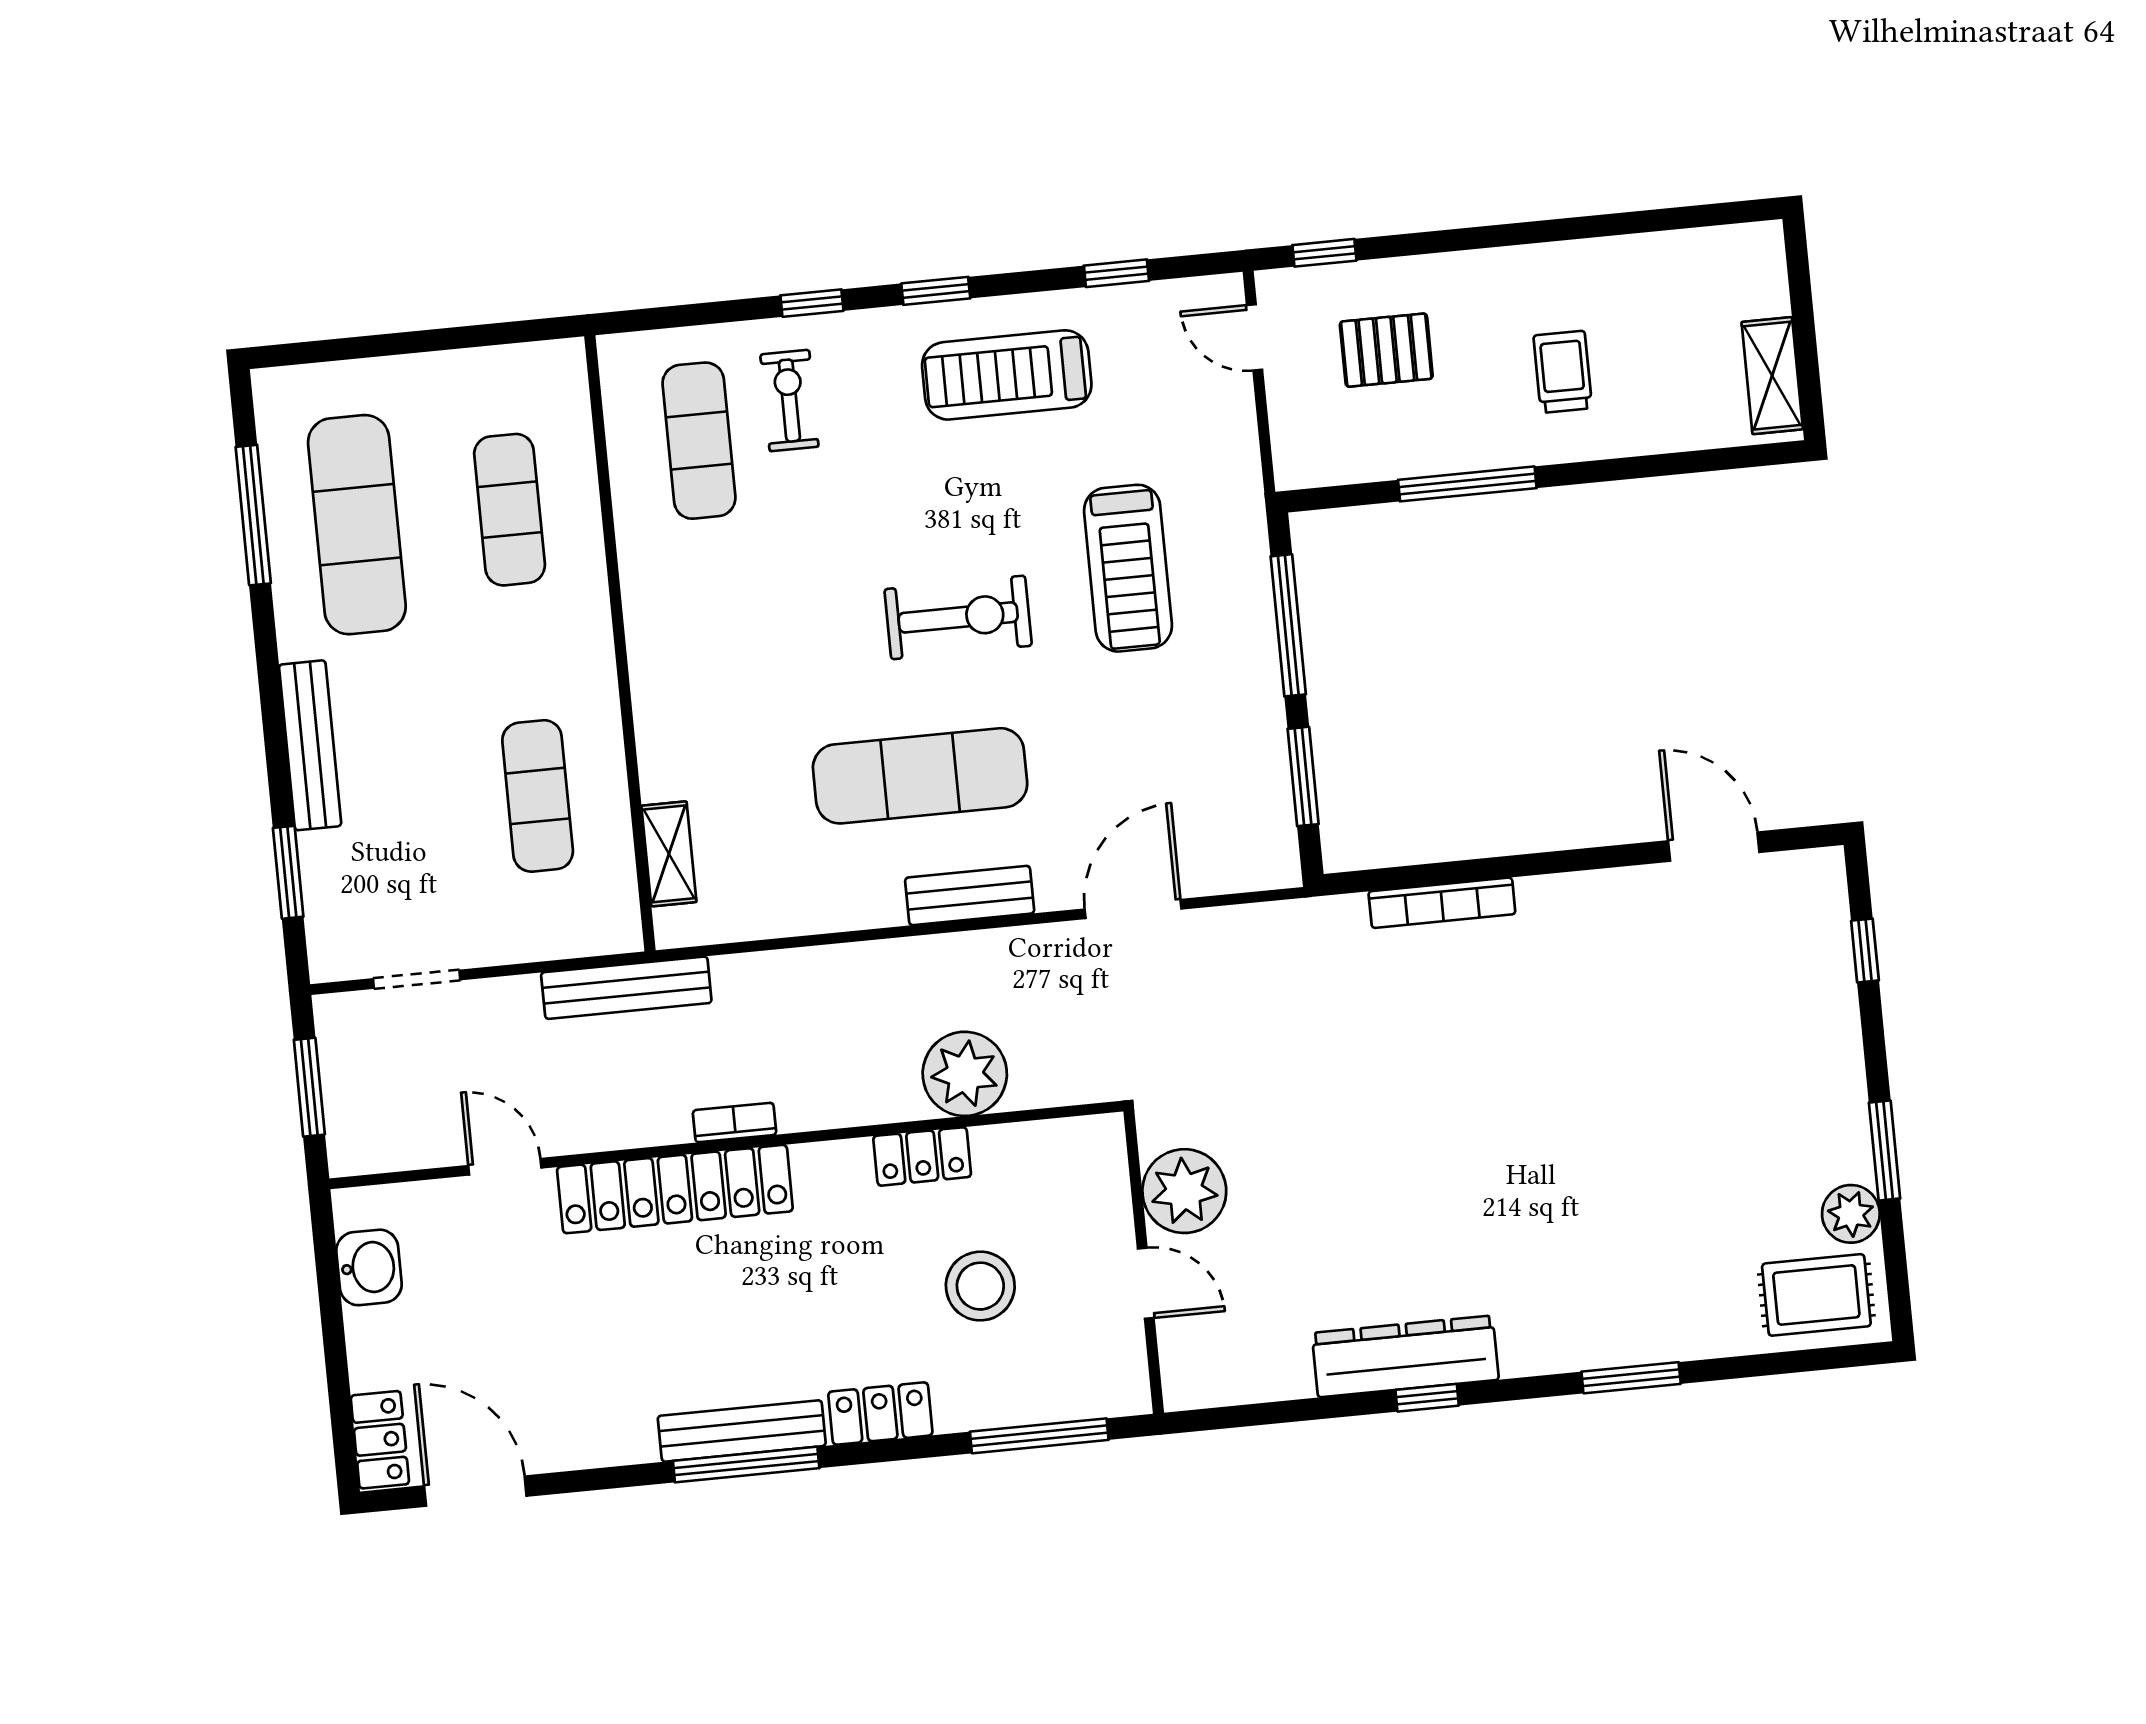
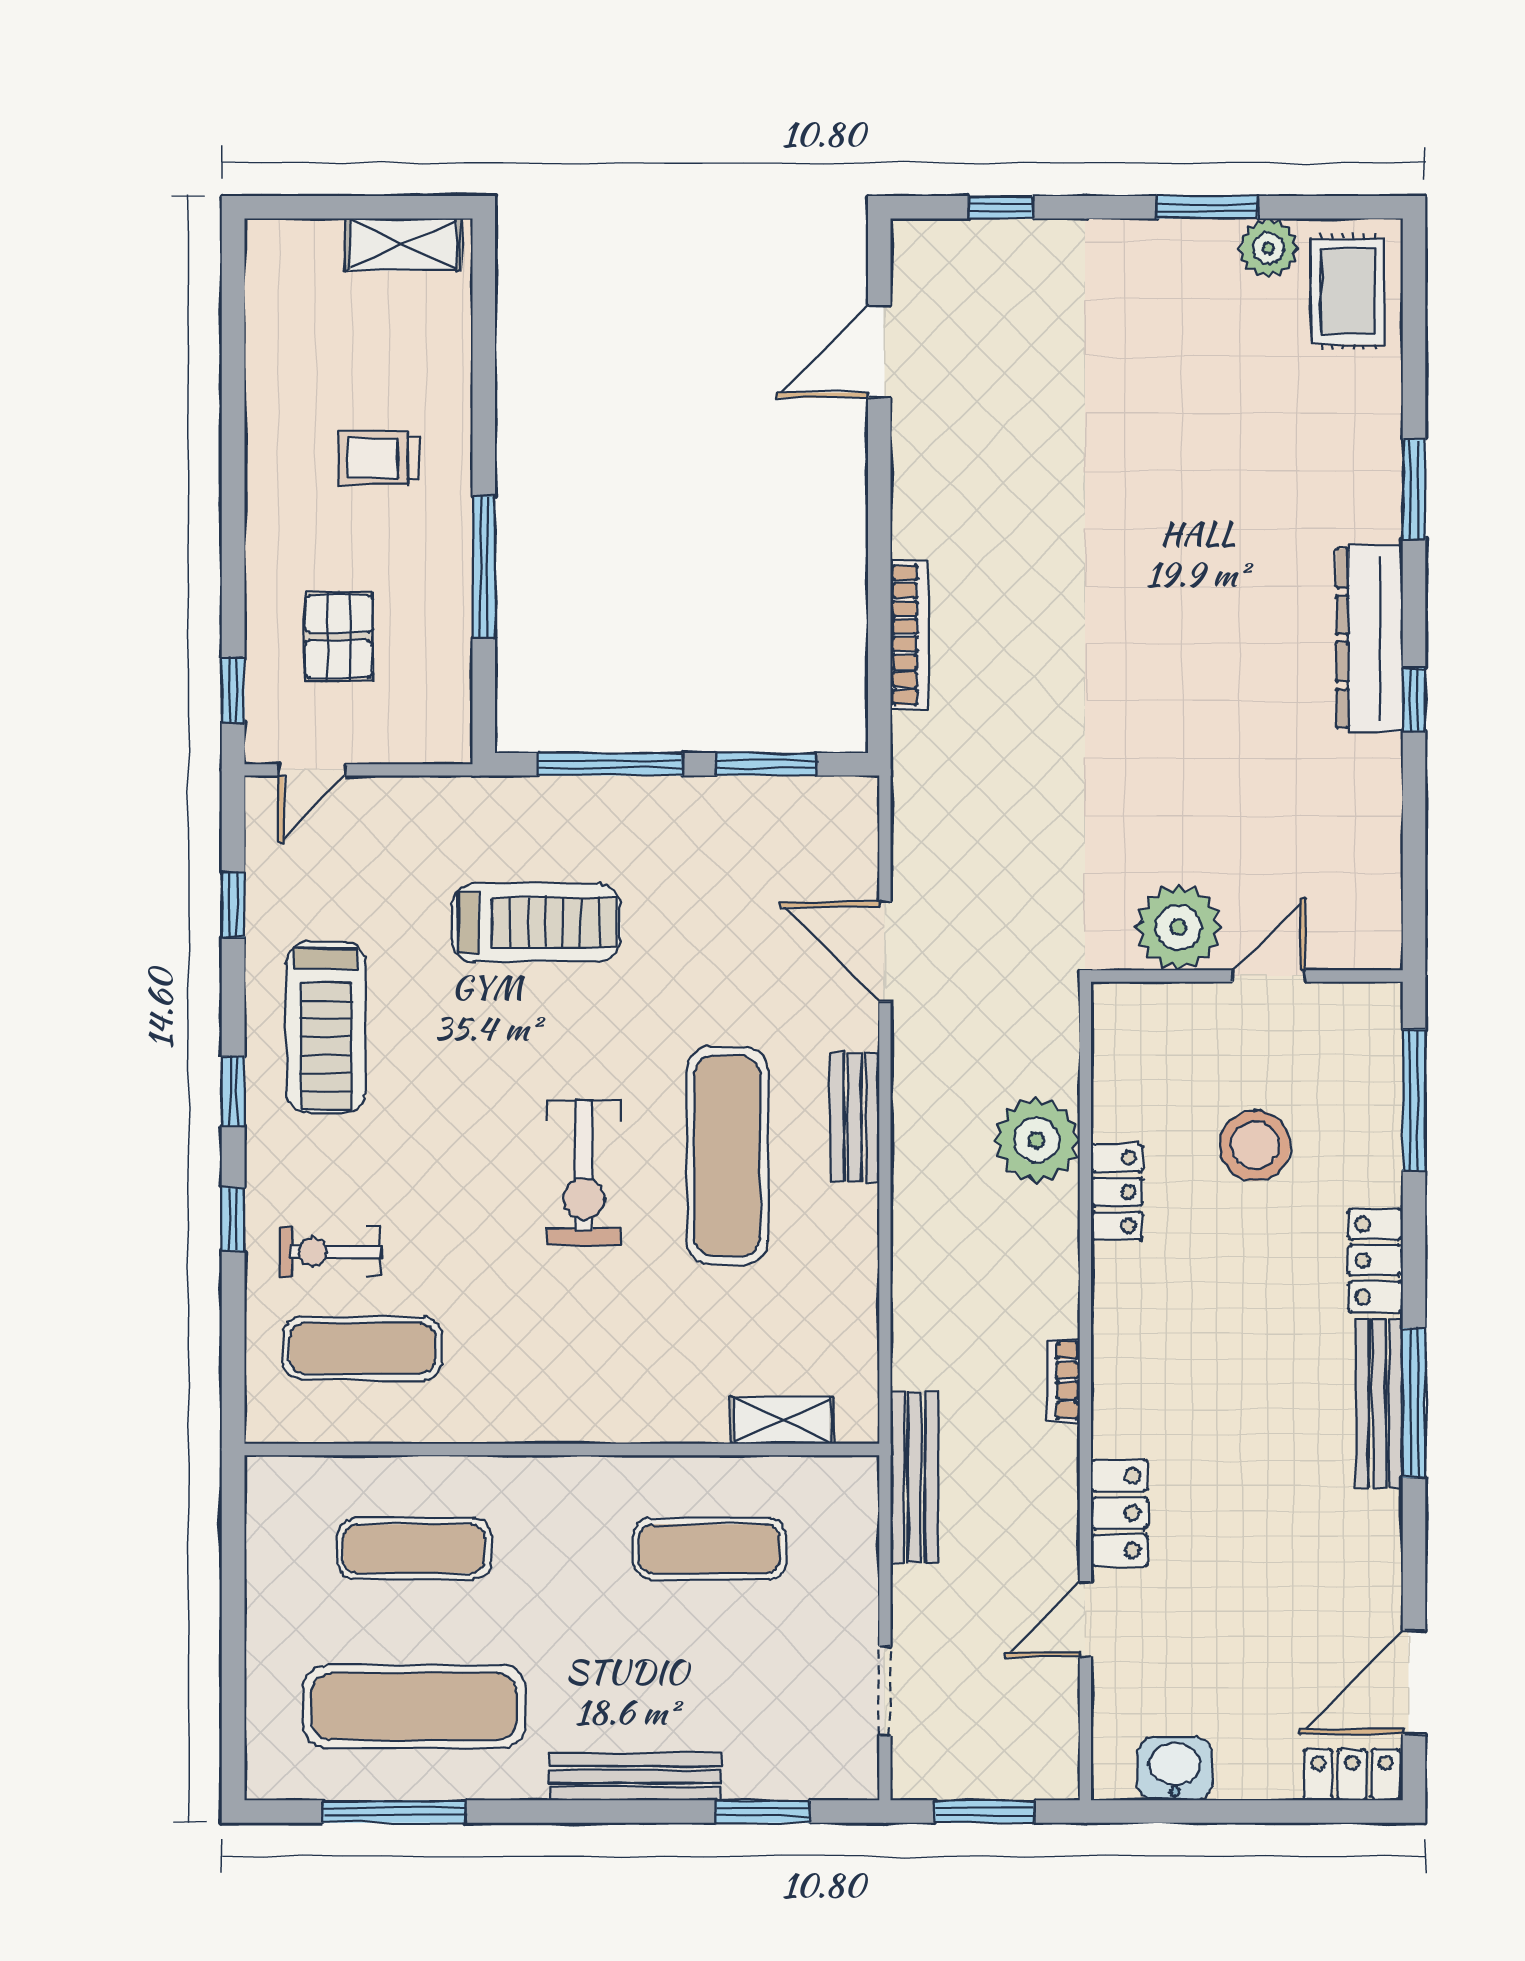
exercise bike: (958, 617) -> (584, 1173), moved, turned 180
locker: (675, 1189) -> (1119, 1513), width x0.46, depth x0.83
dresser: (1405, 1356) -> (1370, 638), moved

